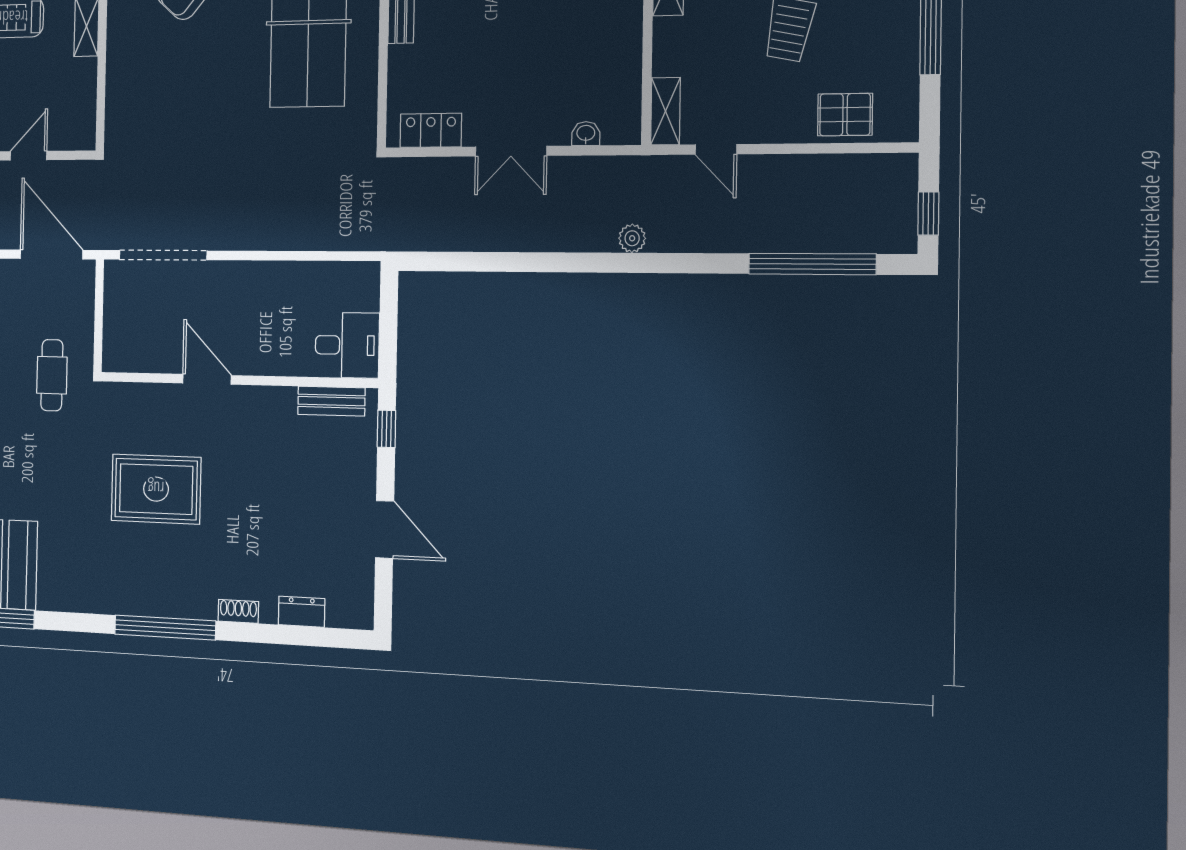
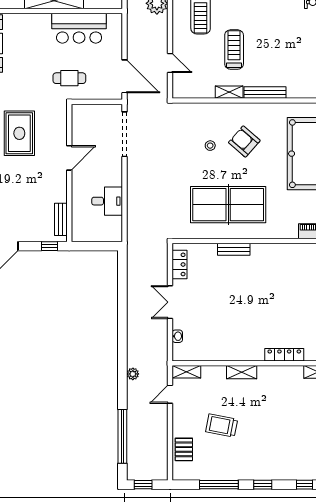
stool: (189, 65) -> (210, 146), added
plant: (632, 238) -> (133, 374), moved
door: (51, 254) -> (125, 76), hinge flipped
desk: (347, 345) -> (107, 201), moved, turned -90

